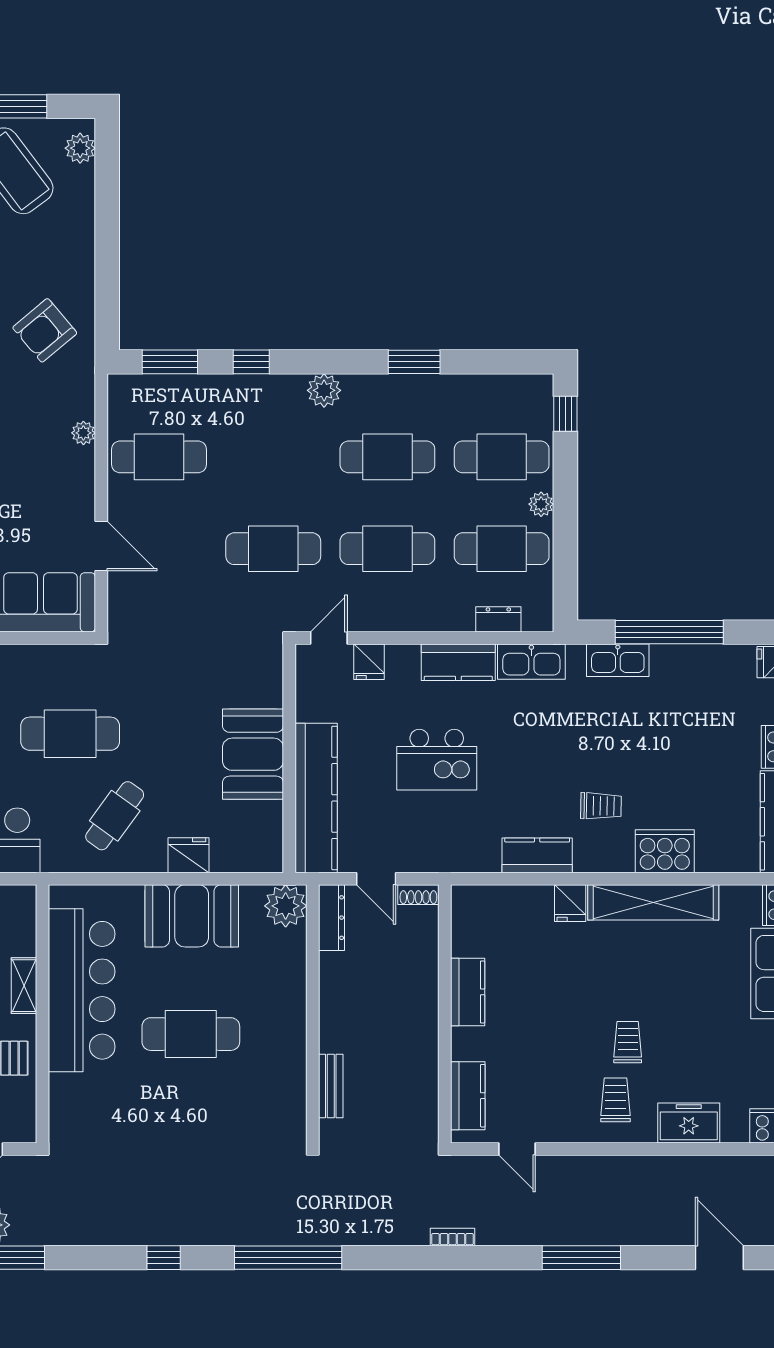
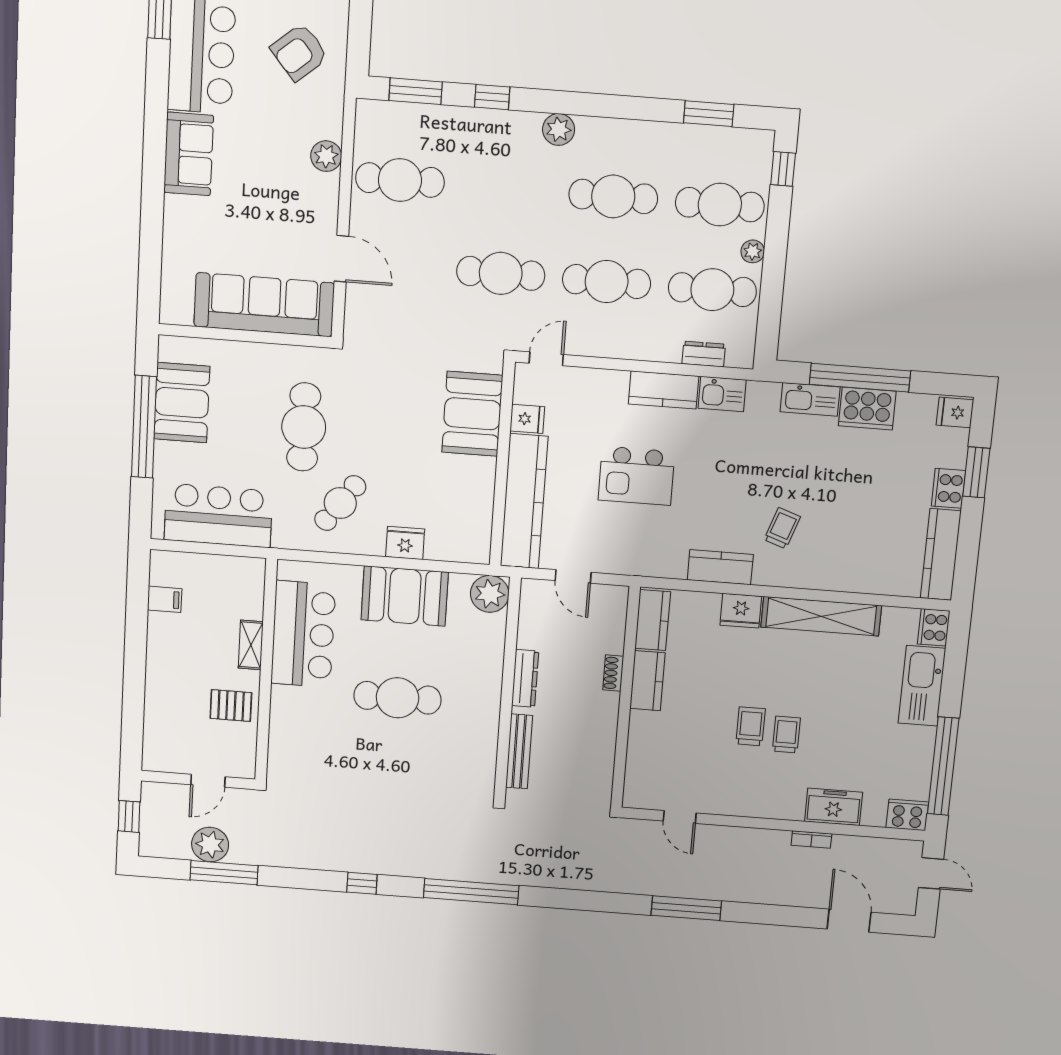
window: (414, 362) -> (709, 114), moved
plant: (83, 433) -> (326, 156), width x1.38, depth x1.38
fridge: (369, 662) -> (527, 419), moved, turned -90
kitchen sink: (531, 662) -> (722, 394), width x0.73
cafe table: (70, 734) -> (304, 427), turned 90
booth: (253, 754) -> (472, 414), moved
trolley: (601, 806) -> (782, 528), turned -72
cooker: (665, 851) -> (867, 409), moved, turned 180
shoe rack: (418, 895) -> (613, 673), moved, turned 90
fridge: (570, 903) -> (741, 611), width x1.38
dresser: (331, 918) -> (525, 678), moved
bar counter: (82, 990) -> (303, 634), width x0.73
bench: (331, 1086) -> (519, 751), width x1.36
kitchen counter: (468, 1096) -> (653, 620), moved
trolley: (615, 1100) -> (751, 726), moved
bookcase: (452, 1237) -> (811, 839), moved, turned 180
window: (581, 1258) -> (686, 908), moved

